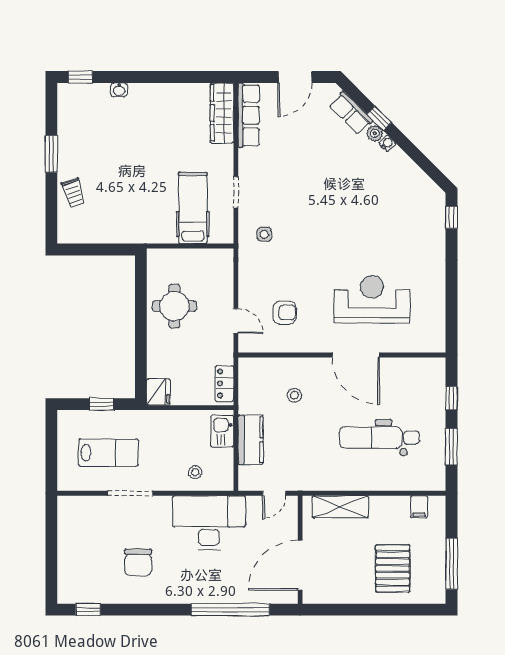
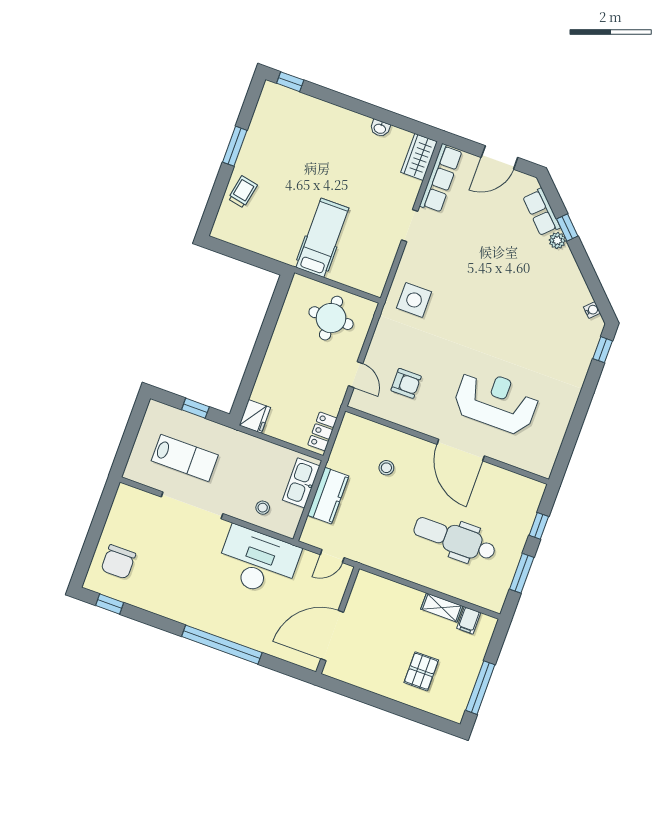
washbasin: (119, 90) -> (380, 128), moved
wardrobe: (222, 113) -> (419, 157), width x0.67
water cooler: (387, 143) -> (592, 310), moved
doorway: (236, 192) -> (410, 226), moved
trolley: (74, 193) -> (243, 192), turned -151
hospital bed: (193, 208) -> (322, 238), moved
side table: (264, 234) -> (414, 300), width x1.87, depth x1.87
round table: (174, 306) -> (331, 318), moved
kitchen sink: (222, 431) -> (301, 483), width x1.38
doorway: (130, 493) -> (192, 505), width x1.36
shelving: (340, 507) -> (442, 608), moved, width x0.67, depth x0.75
chair: (138, 562) -> (118, 562), moved
pallet: (393, 568) -> (421, 671), width x0.67, depth x0.71
window: (230, 610) -> (222, 645), moved

